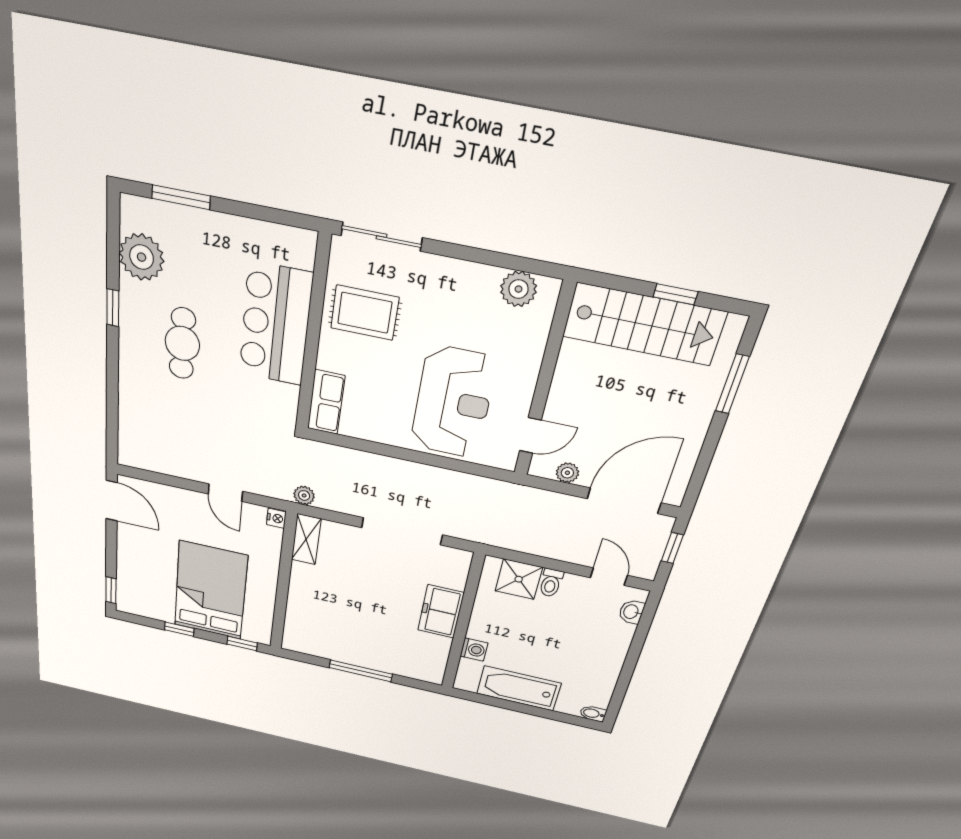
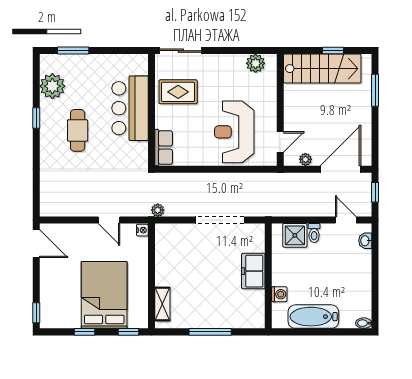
reception desk: (453, 402) -> (234, 132), turned 180
shelving: (306, 539) -> (162, 304), moved

